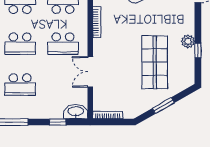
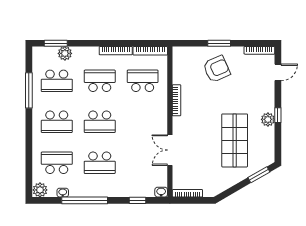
school desk: (63, 44) -> (143, 122), removed
window: (198, 50) -> (278, 115), moved
window: (163, 106) -> (259, 175), moved
washbasin: (76, 112) -> (161, 192), width x0.52, depth x0.69

